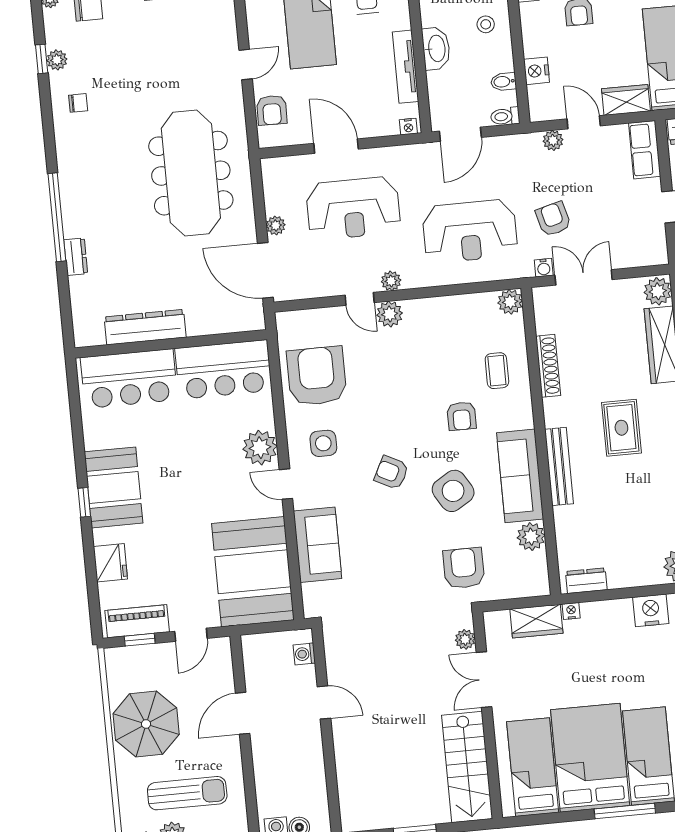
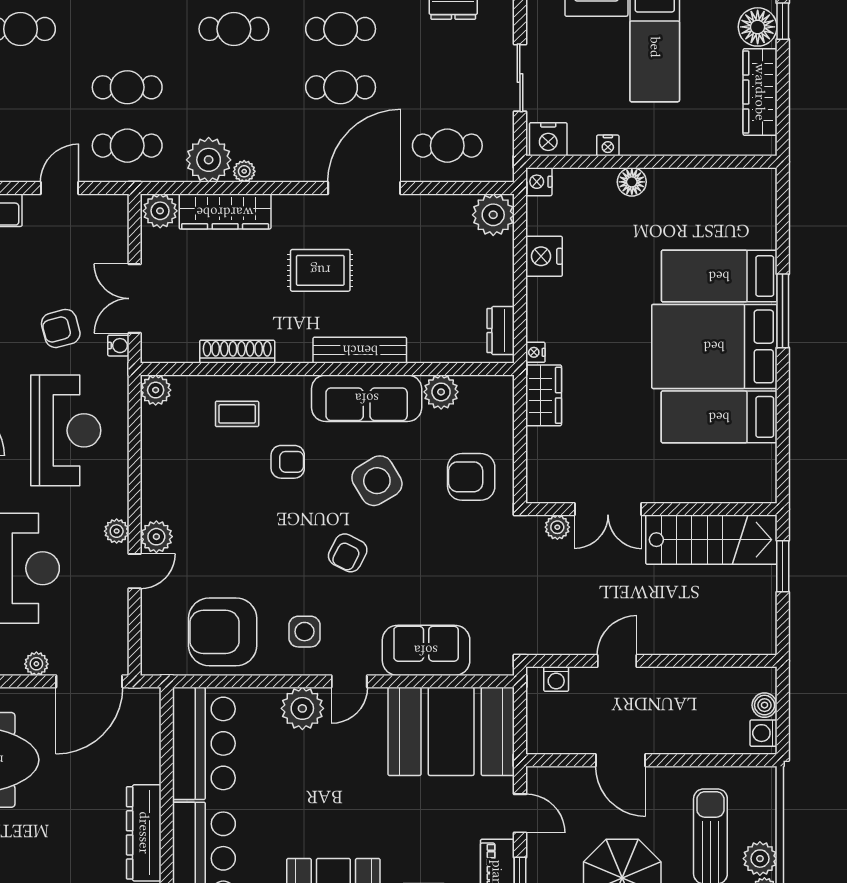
plant: (465, 639) -> (557, 527), moved
double door: (484, 680) -> (608, 509), moved
wall: (487, 715) -> (651, 509), moved
stairs: (467, 767) -> (711, 540), moved

